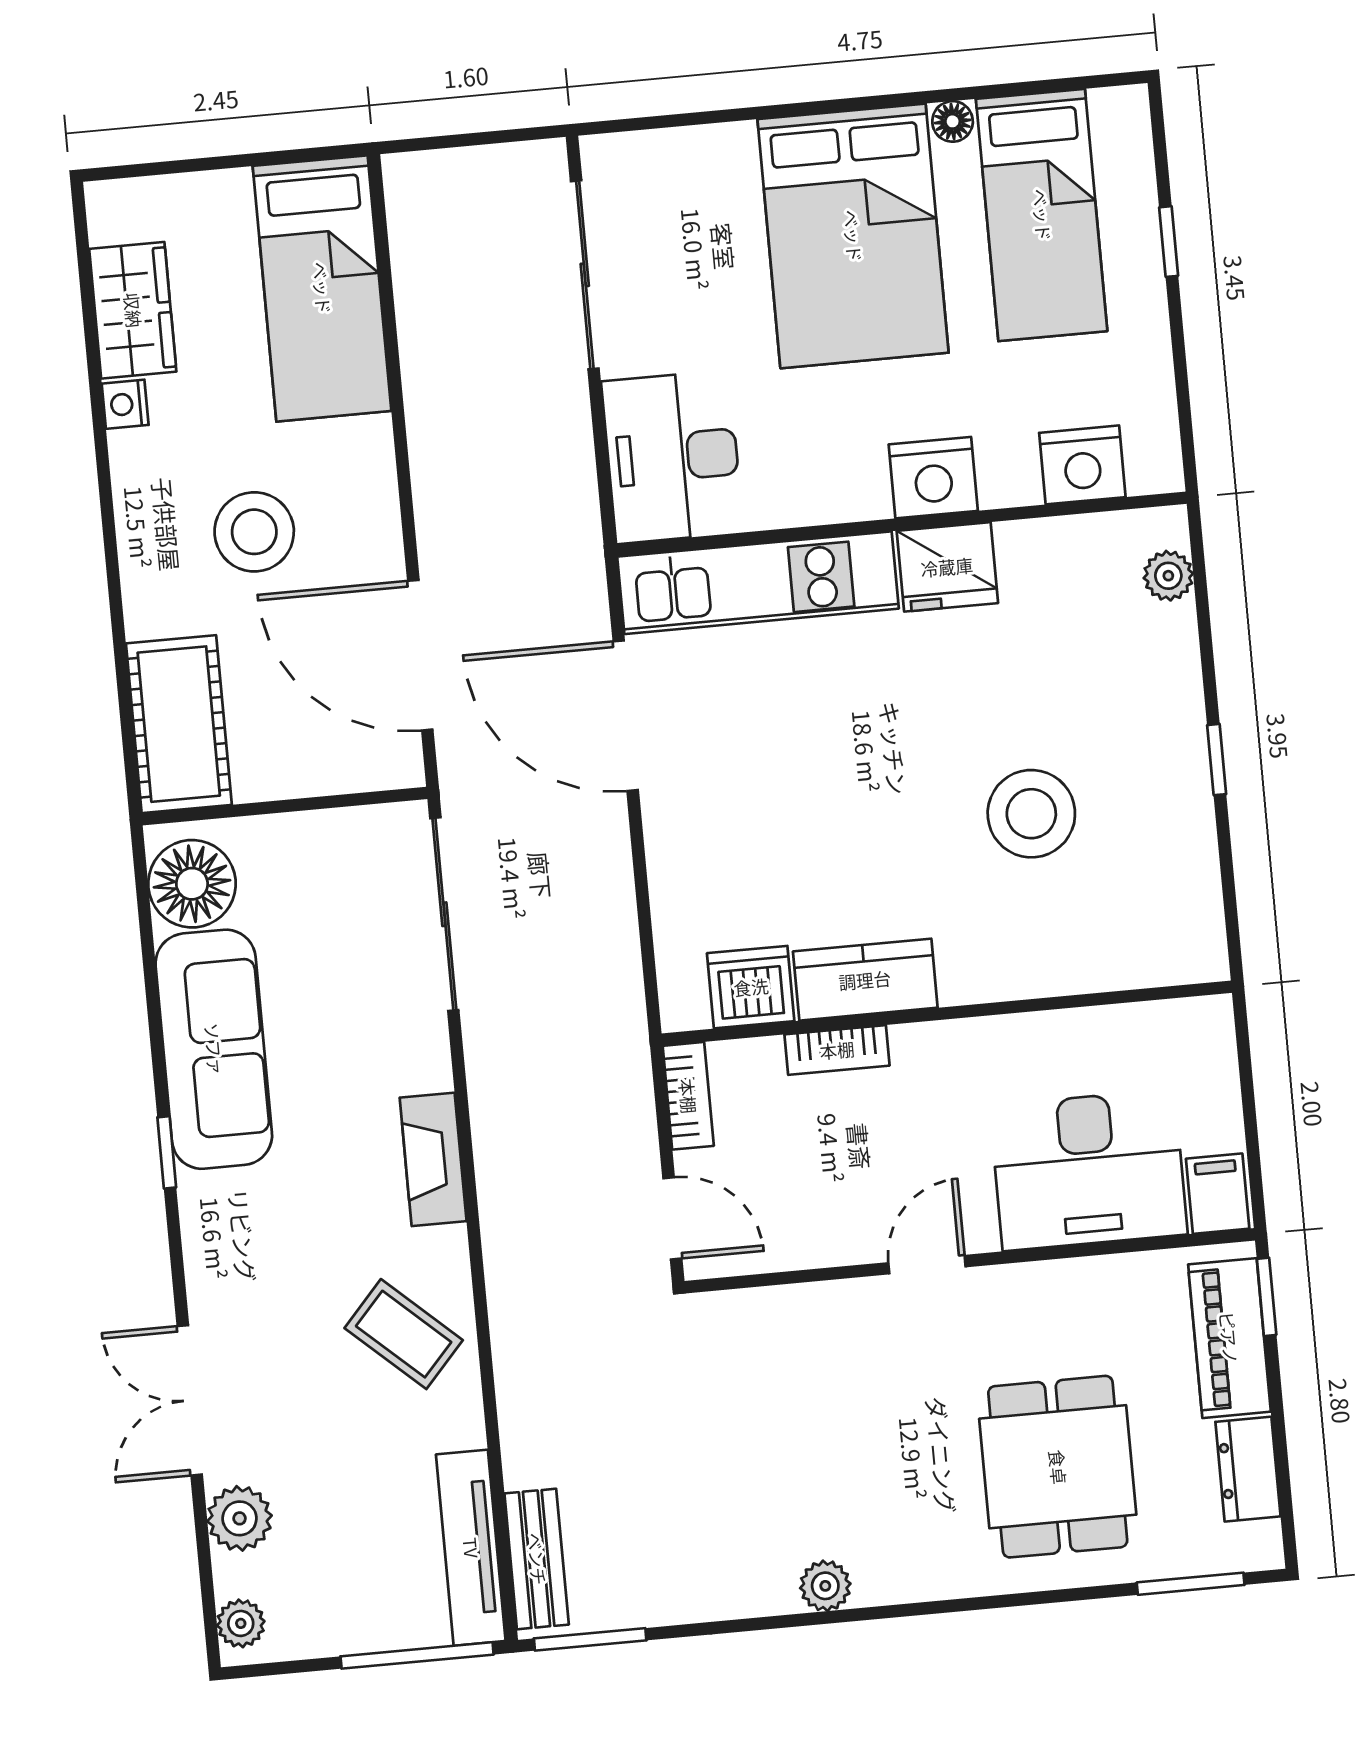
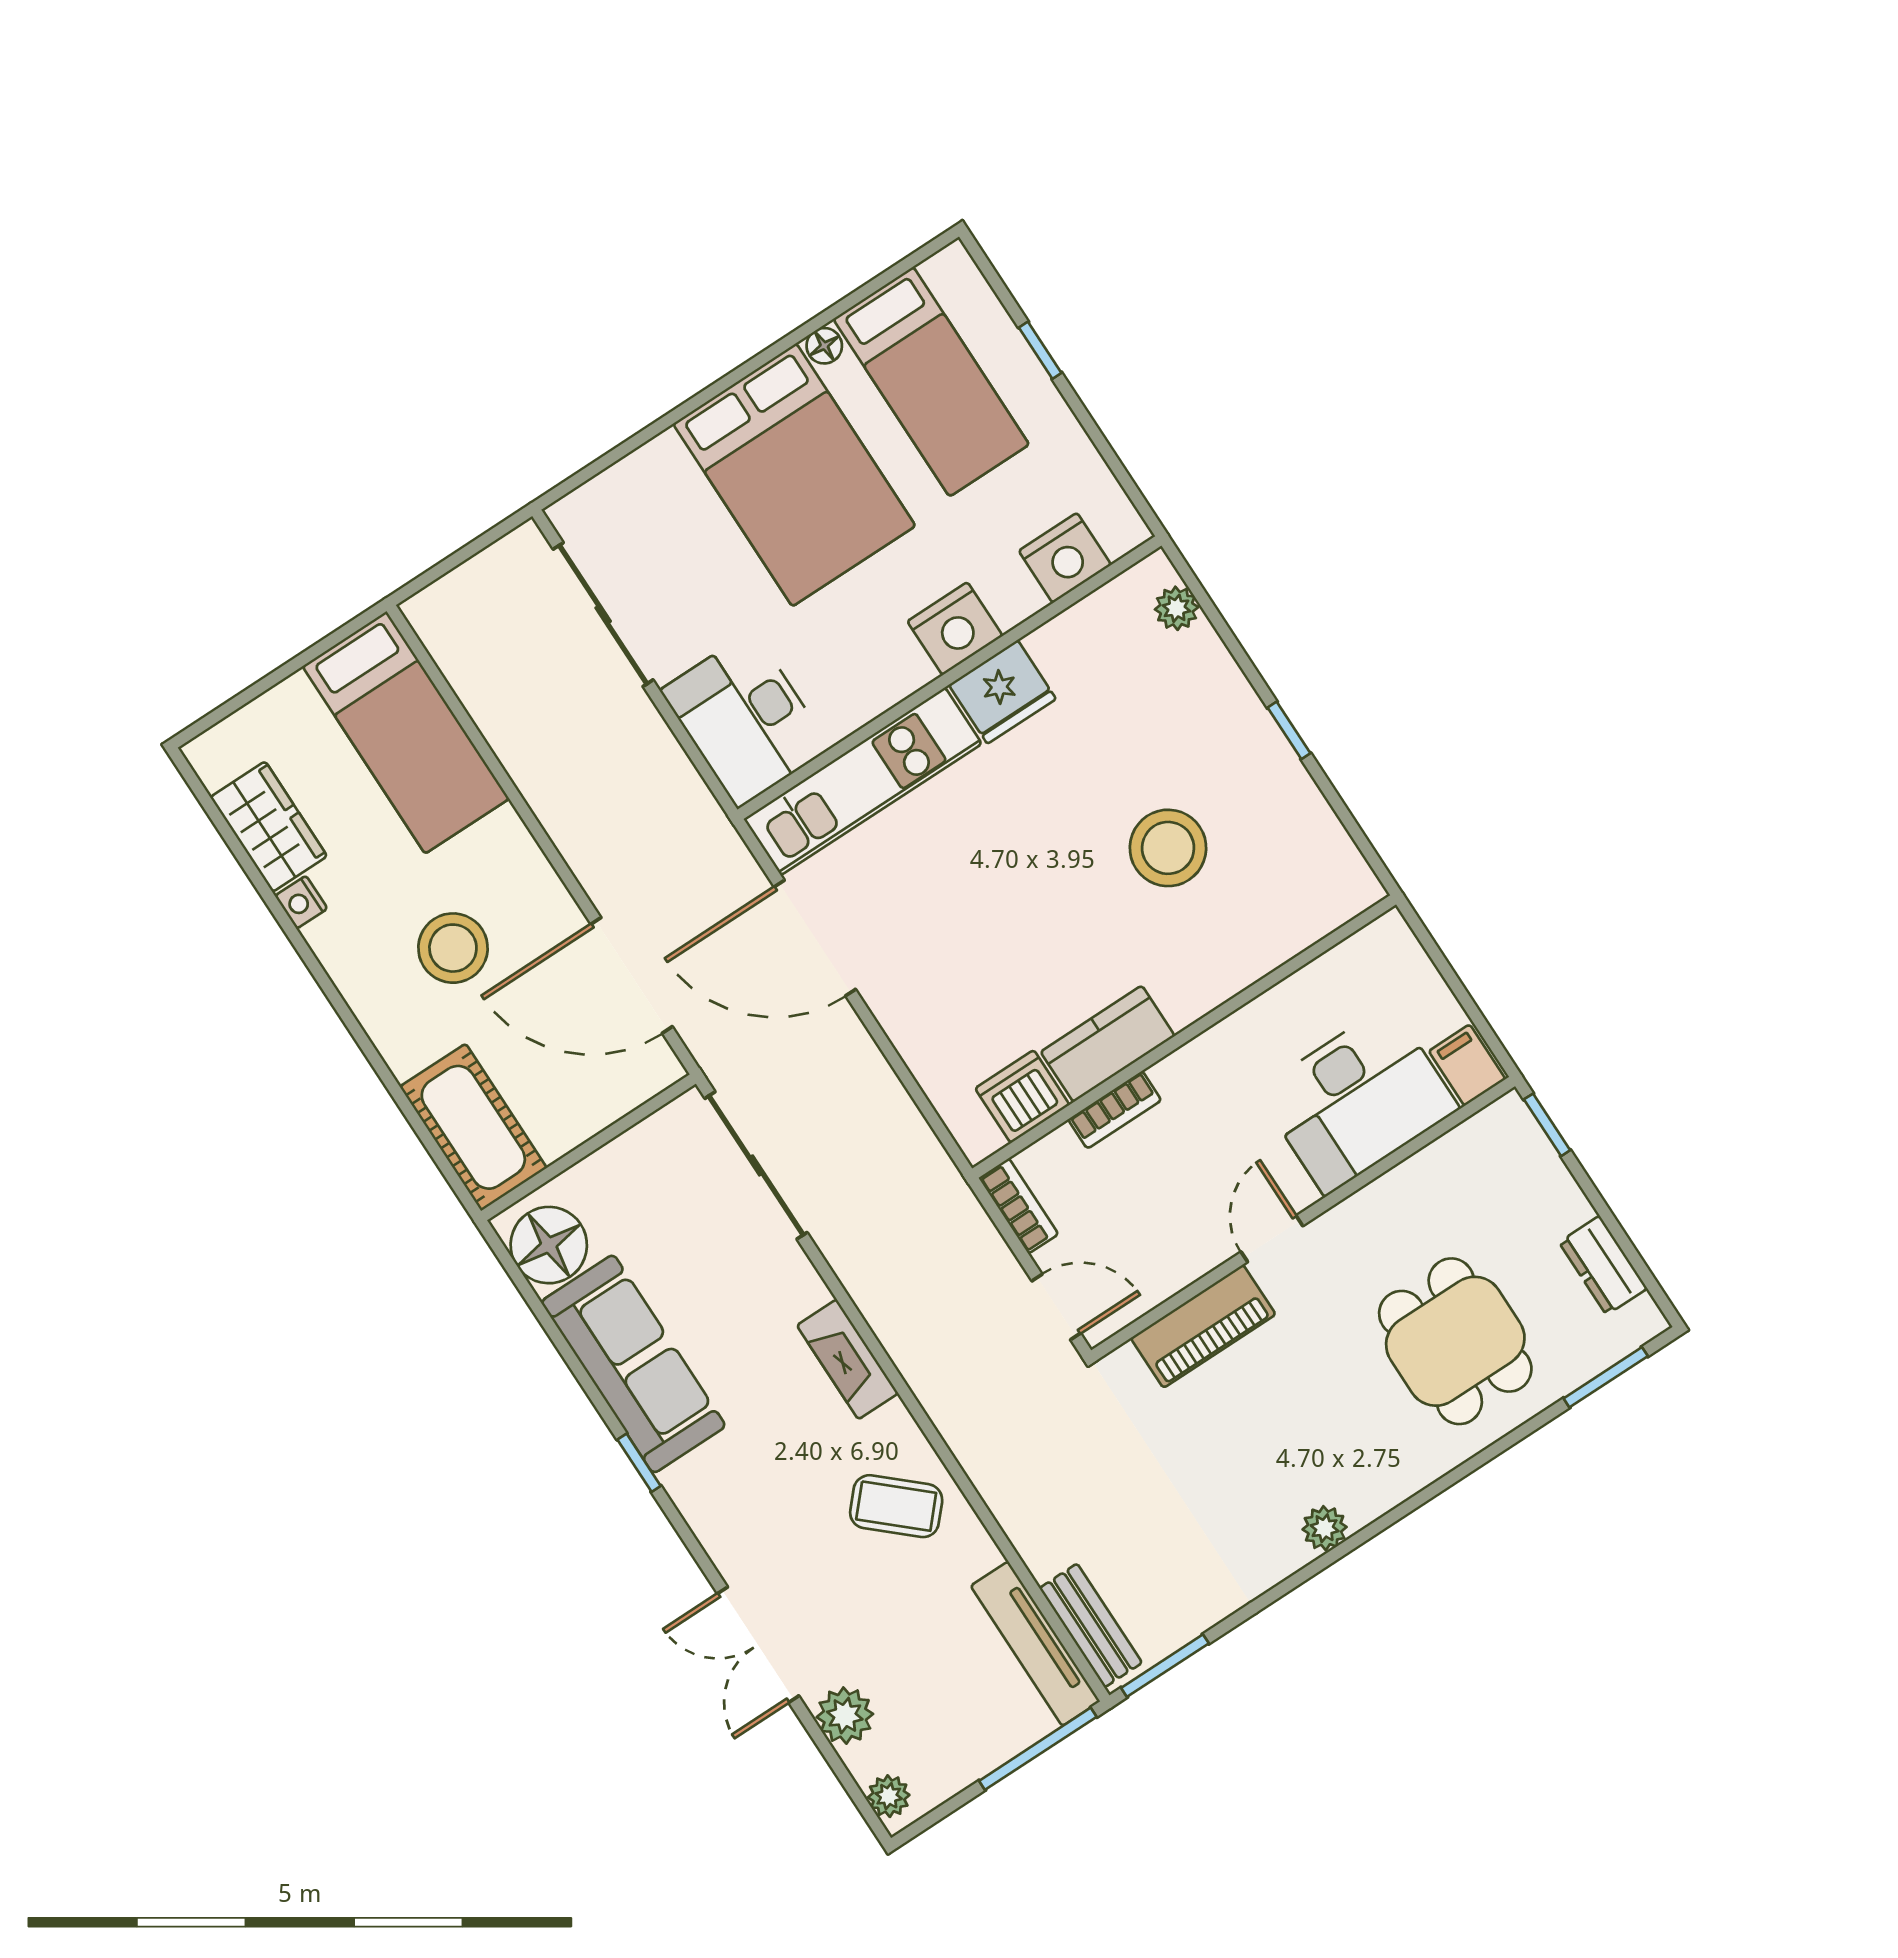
piano: (1229, 1338) -> (1203, 1326), moved, turned -90

